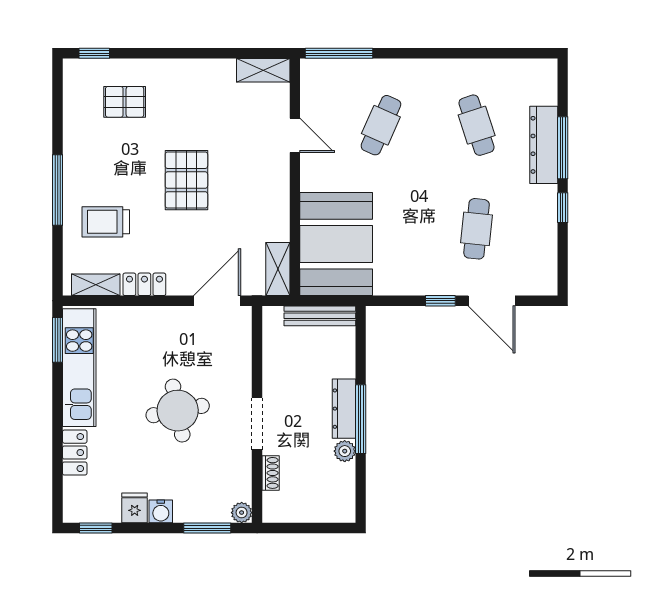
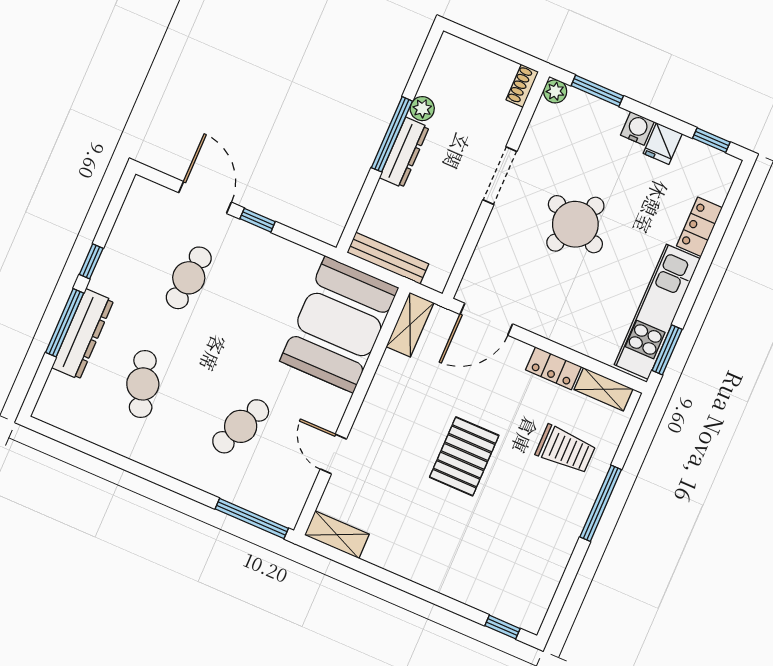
pallet: (125, 102) -> (493, 564), removed
round table: (178, 411) -> (575, 224), turned 35
shoe rack: (271, 473) -> (522, 86), moved

